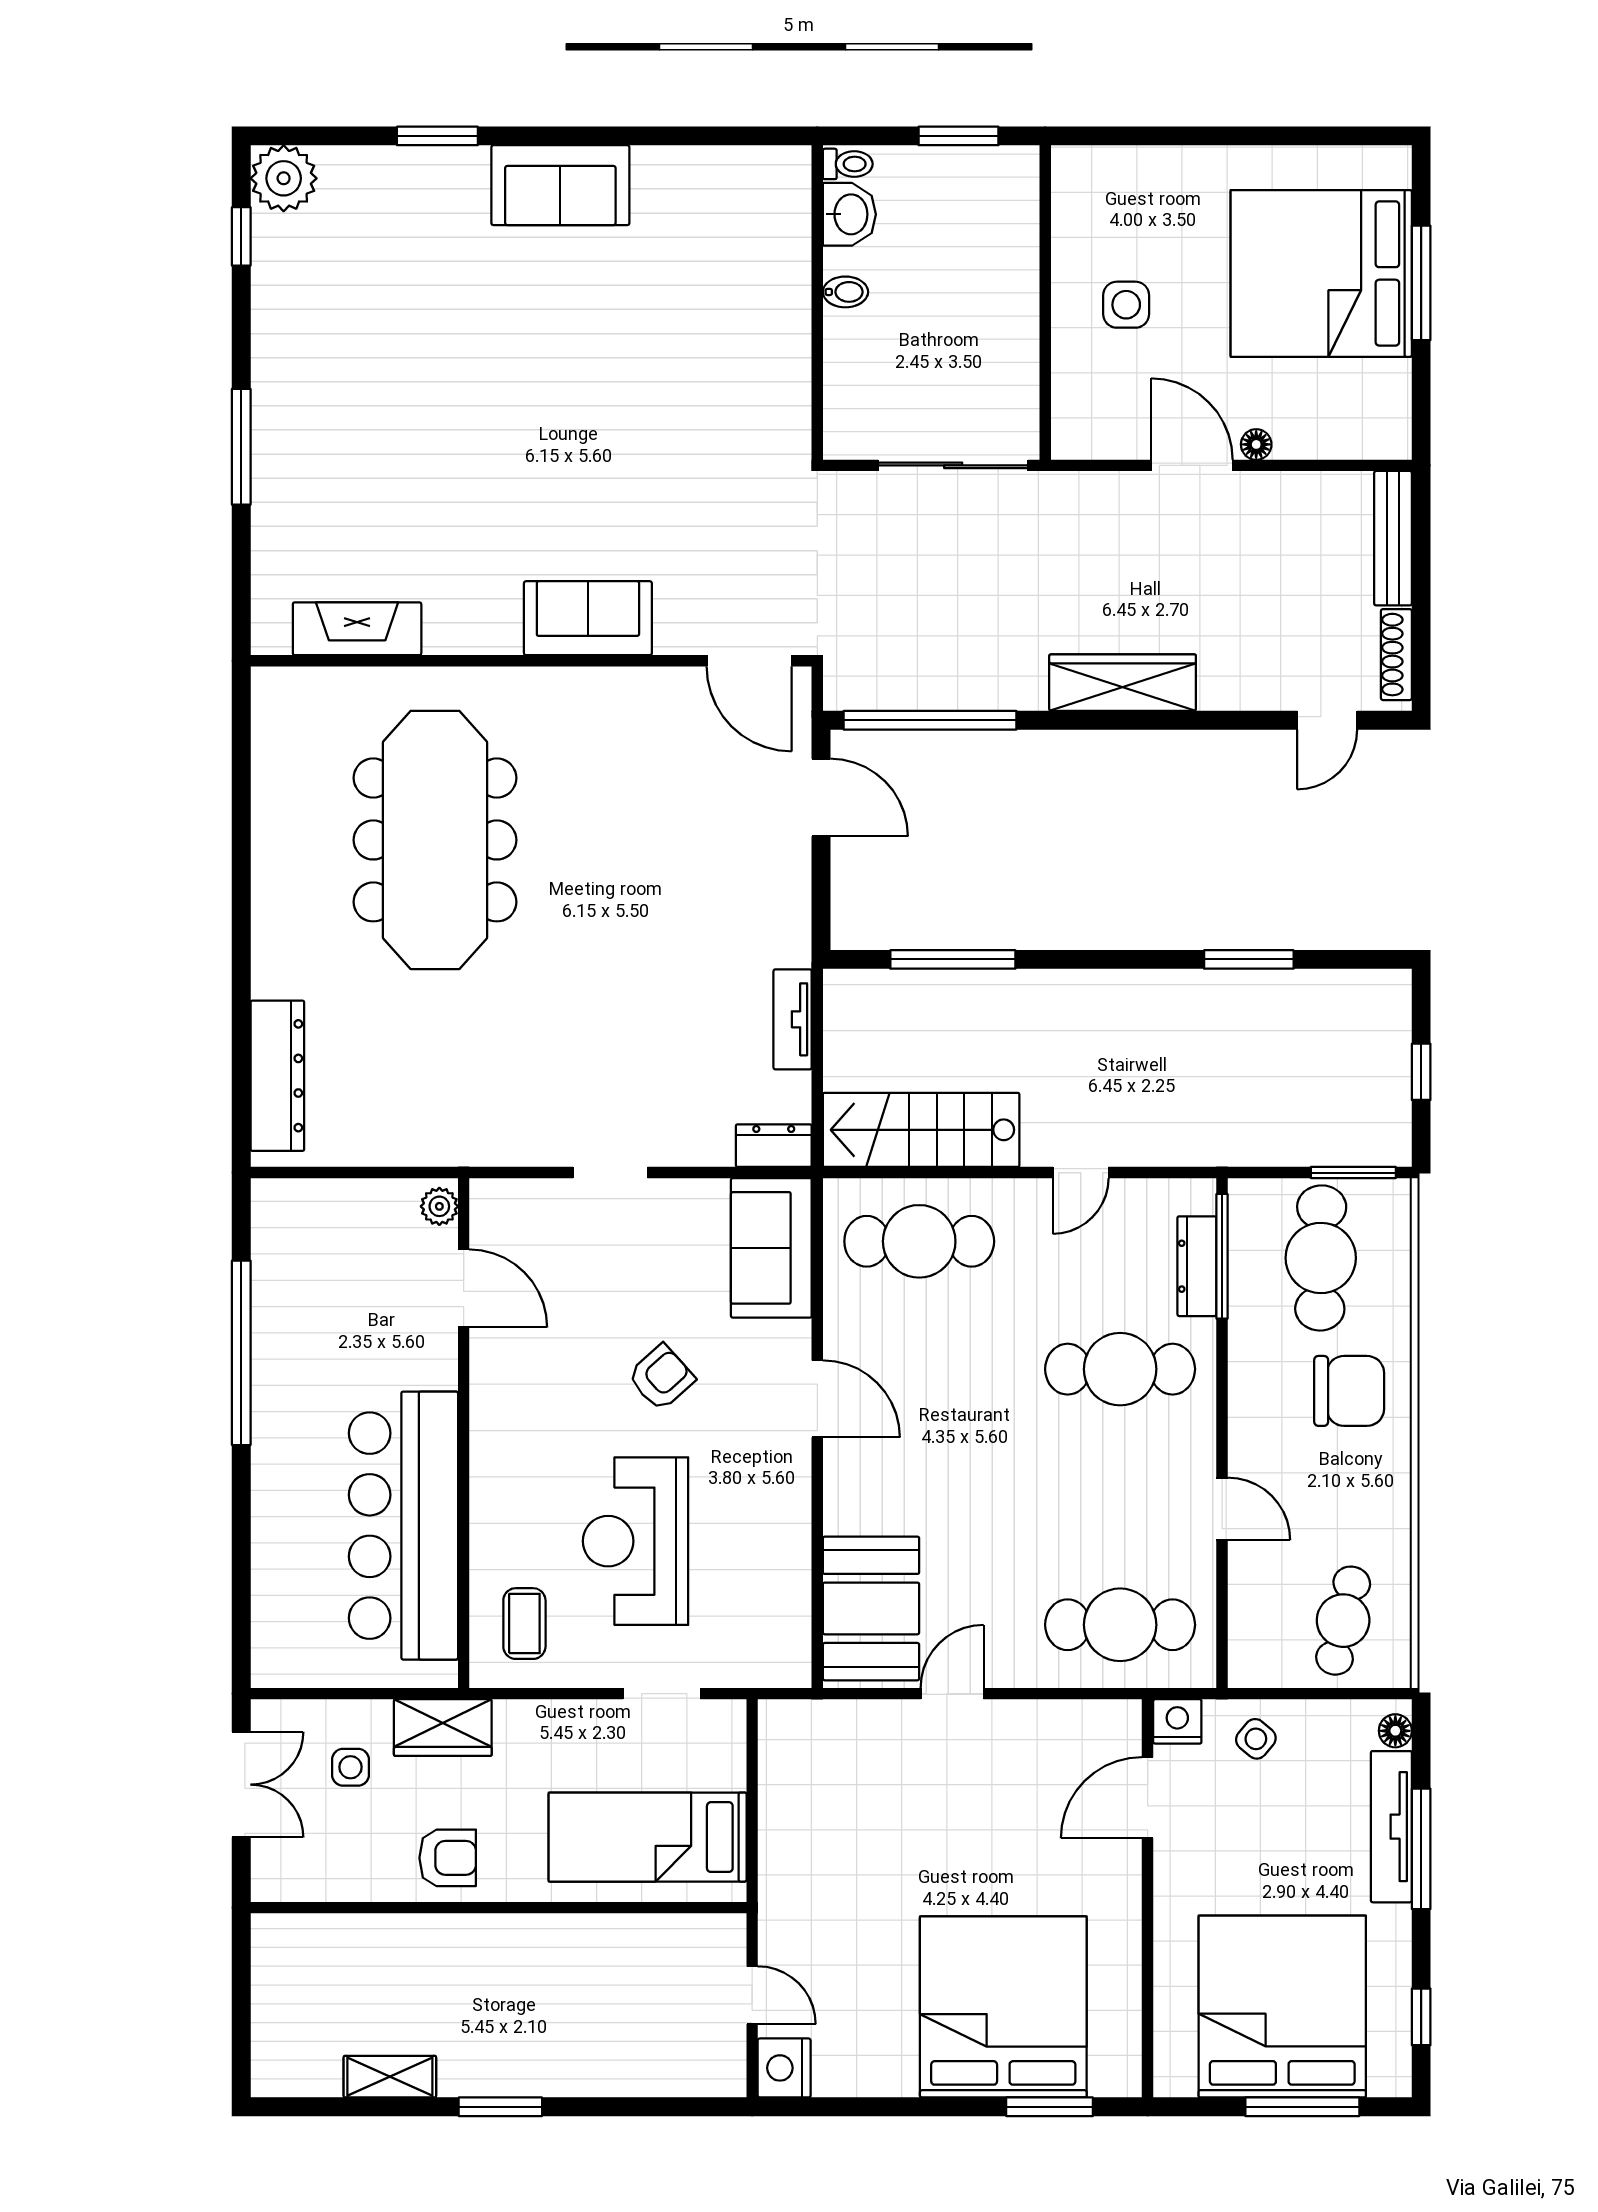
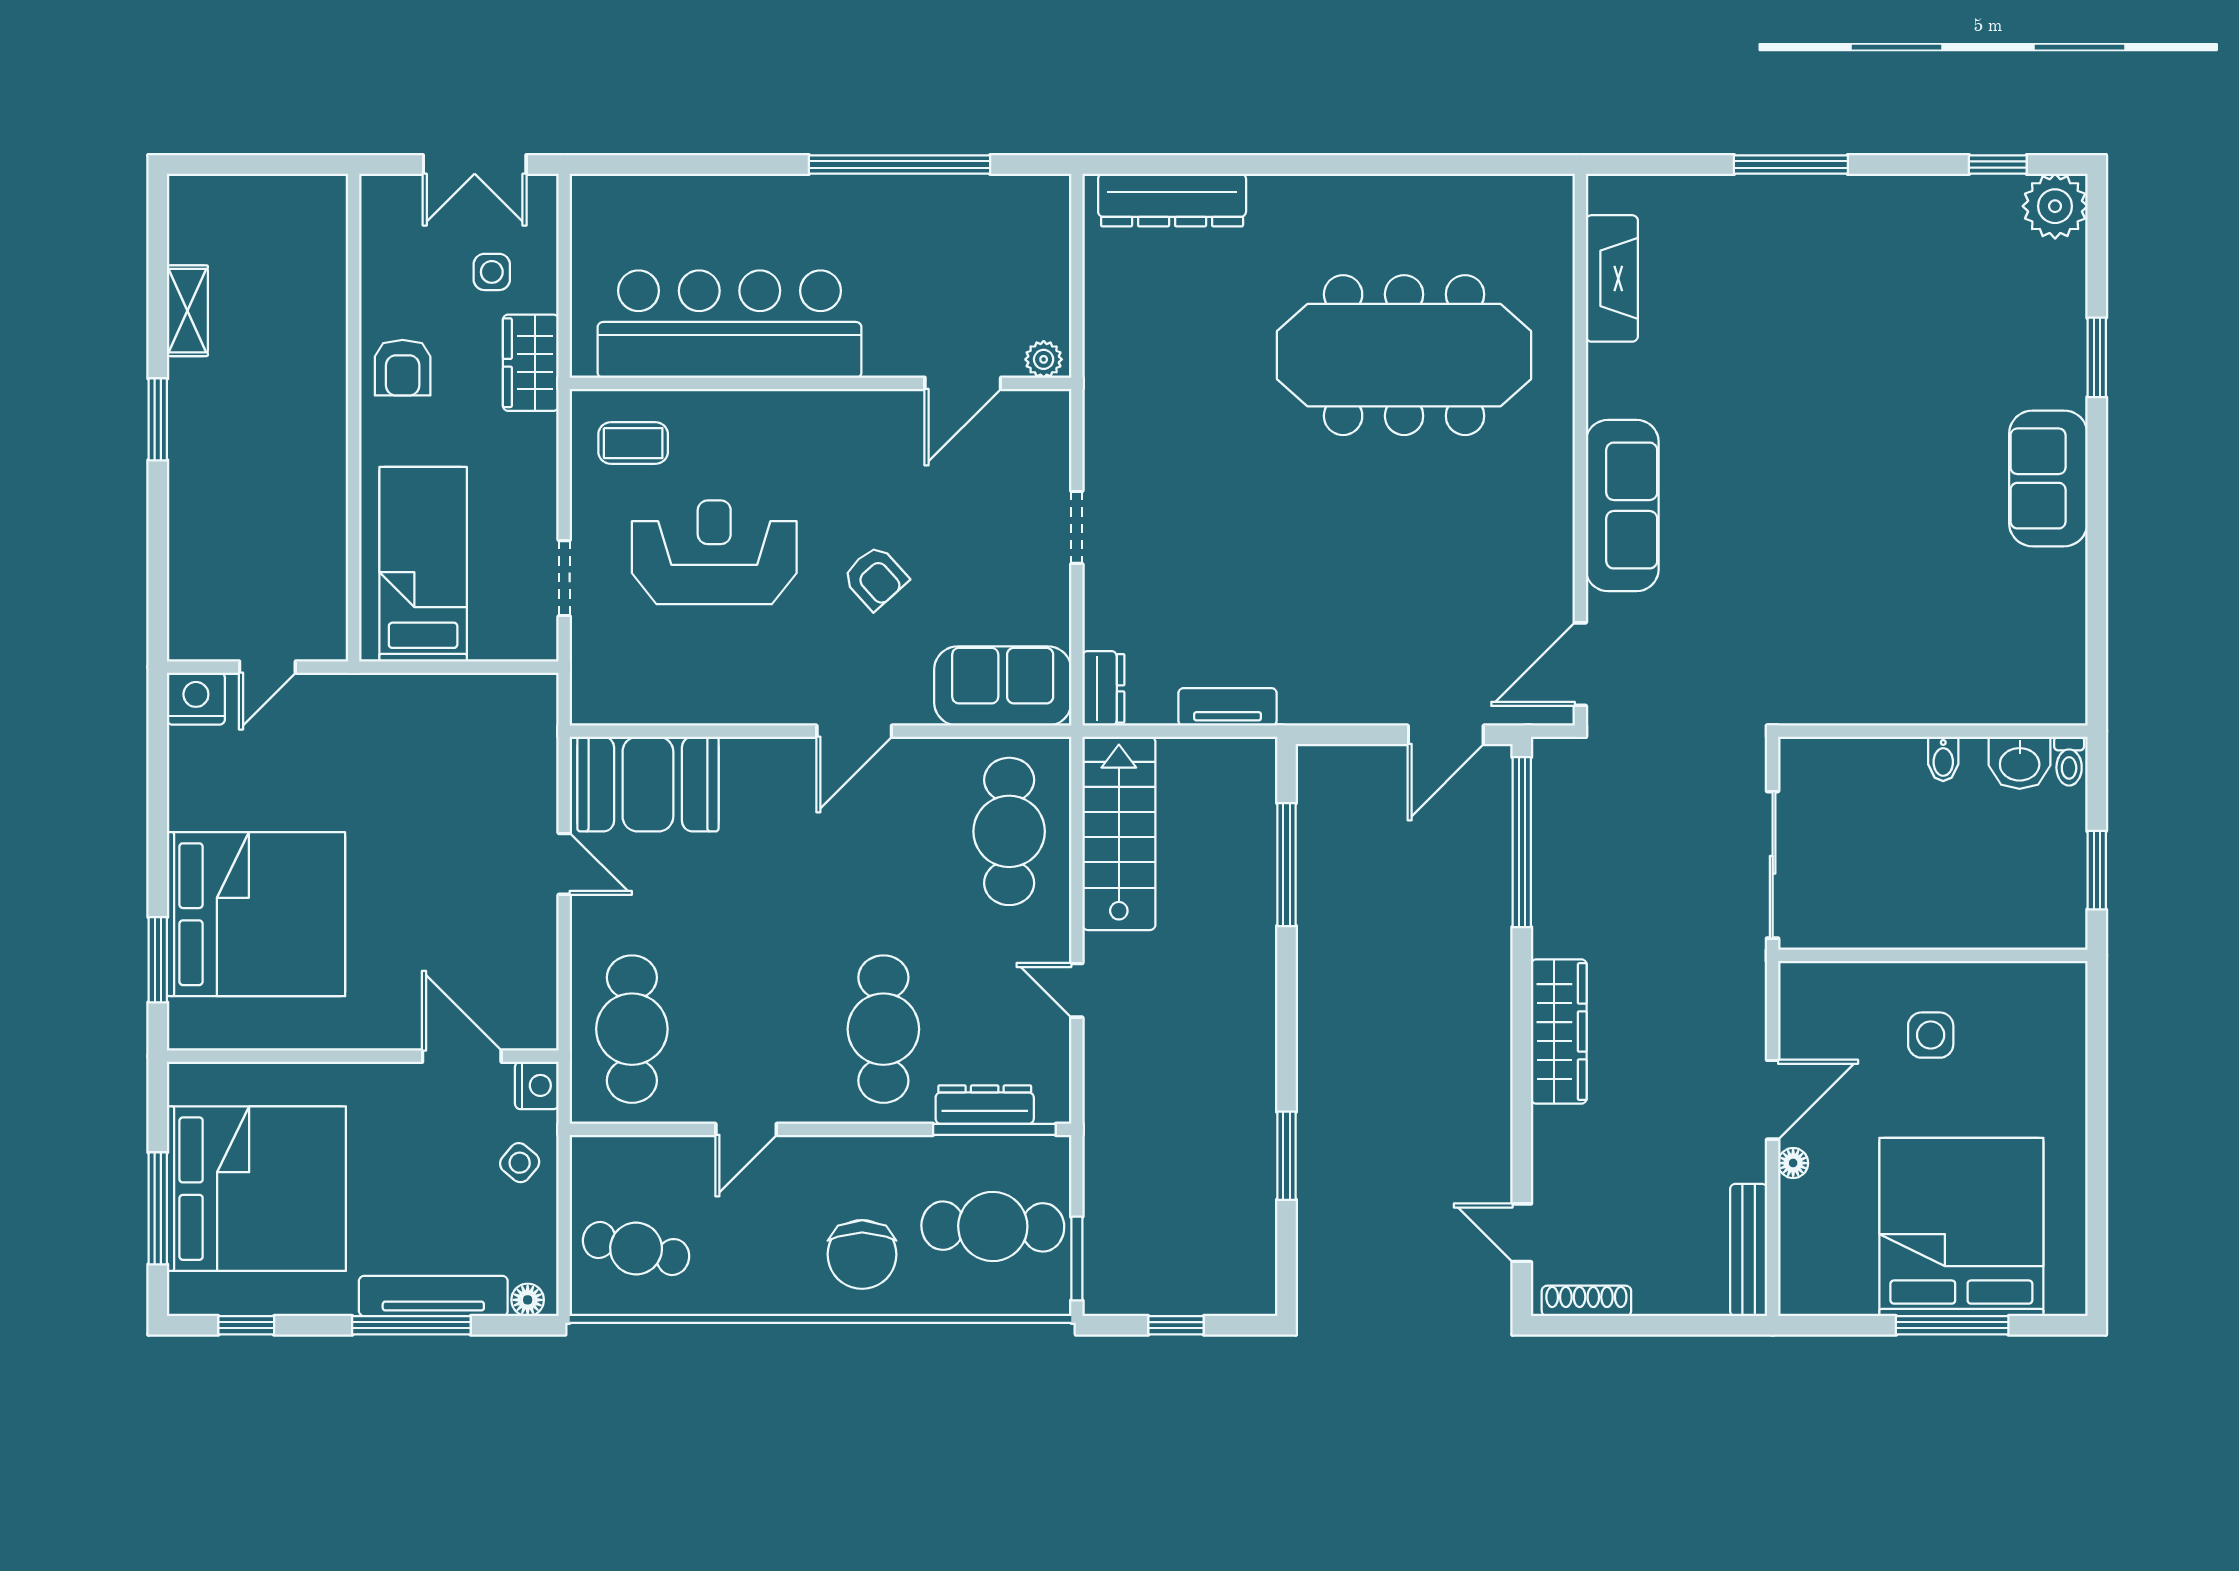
bench: (1393, 538) -> (1749, 1250), moved, turned 90
sofa: (588, 618) -> (1622, 506), width x1.36

